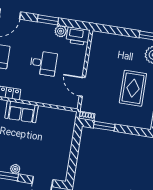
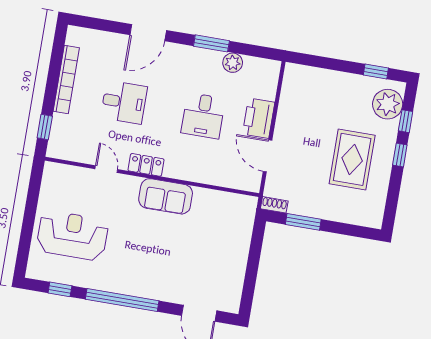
printer: (78, 36) -> (259, 118), moved, turned 90
desk: (43, 63) -> (203, 116), turned 90
plant: (15, 169) -> (154, 292), removed

